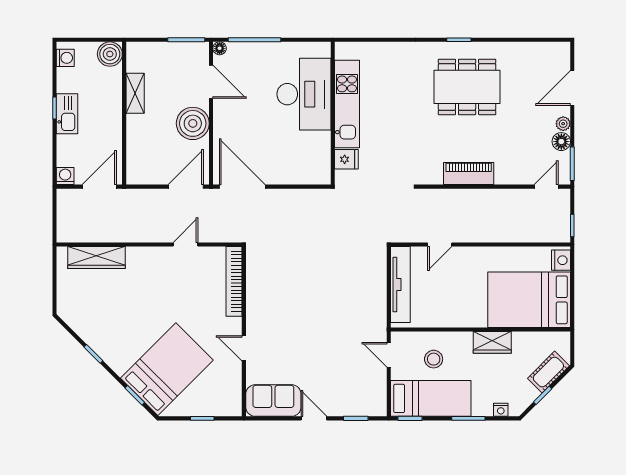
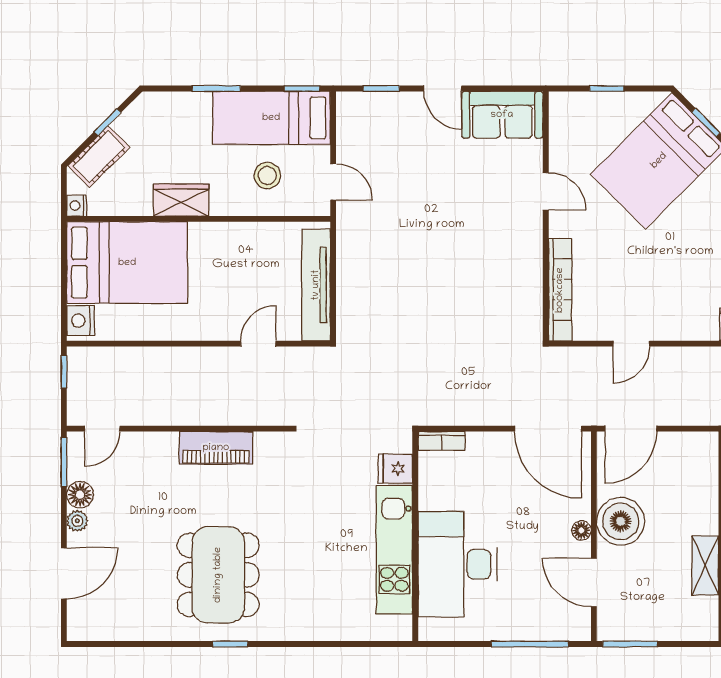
floor lamp: (220, 48) -> (581, 530), moved
dining table: (467, 87) -> (218, 575), turned 90
bookcase: (315, 178) -> (442, 441), added
nightstand: (501, 410) -> (77, 206), moved, turned -90

